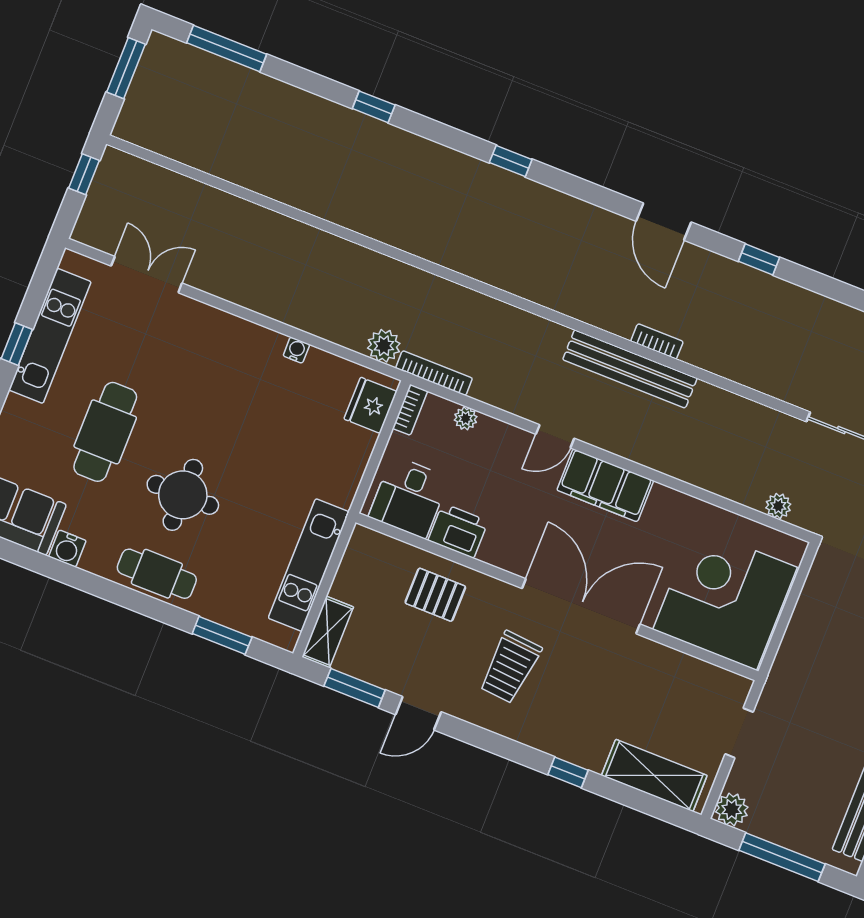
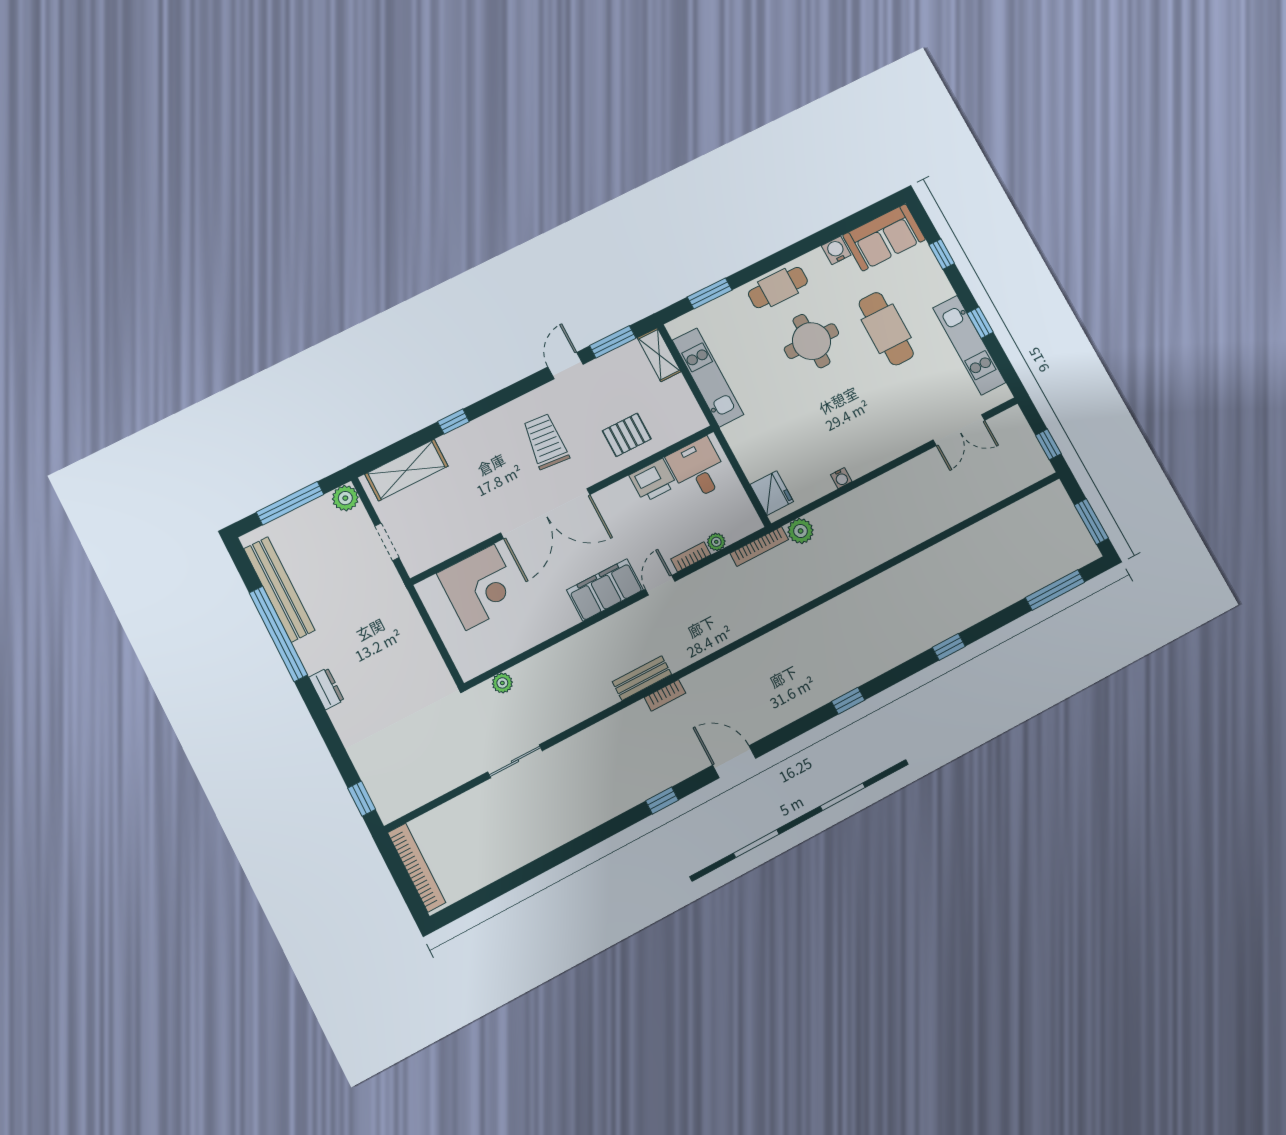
bench: (630, 369) -> (642, 678), width x0.54, depth x0.82
bookcase: (410, 410) -> (691, 557), moved, turned 90
corner desk: (725, 598) -> (480, 587), width x0.74, depth x0.74

